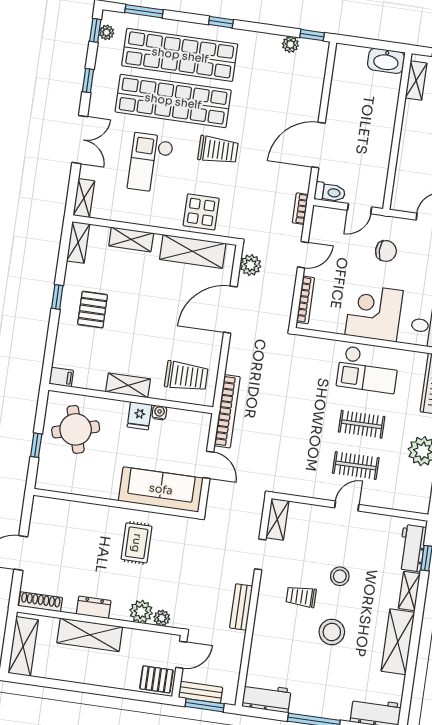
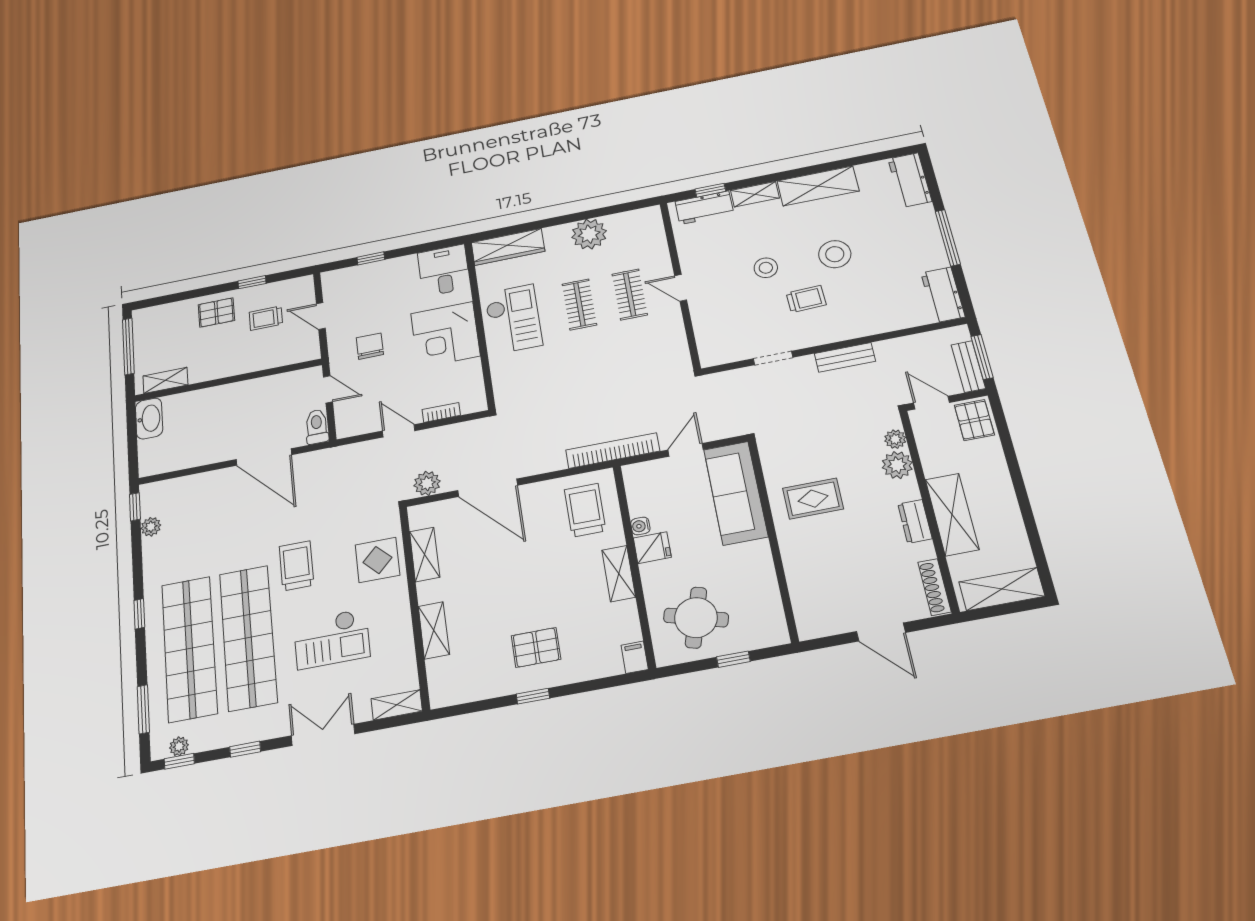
bookcase: (300, 209) -> (344, 452), removed
shelving: (78, 242) -> (455, 693), removed
shelving: (193, 251) -> (425, 554), width x0.67, depth x0.75
bookcase: (305, 300) -> (441, 412), width x0.64
round table: (76, 429) -> (696, 618), turned 32
shelving: (277, 519) -> (724, 354), removed
trolley: (301, 597) -> (806, 299), turned -92

